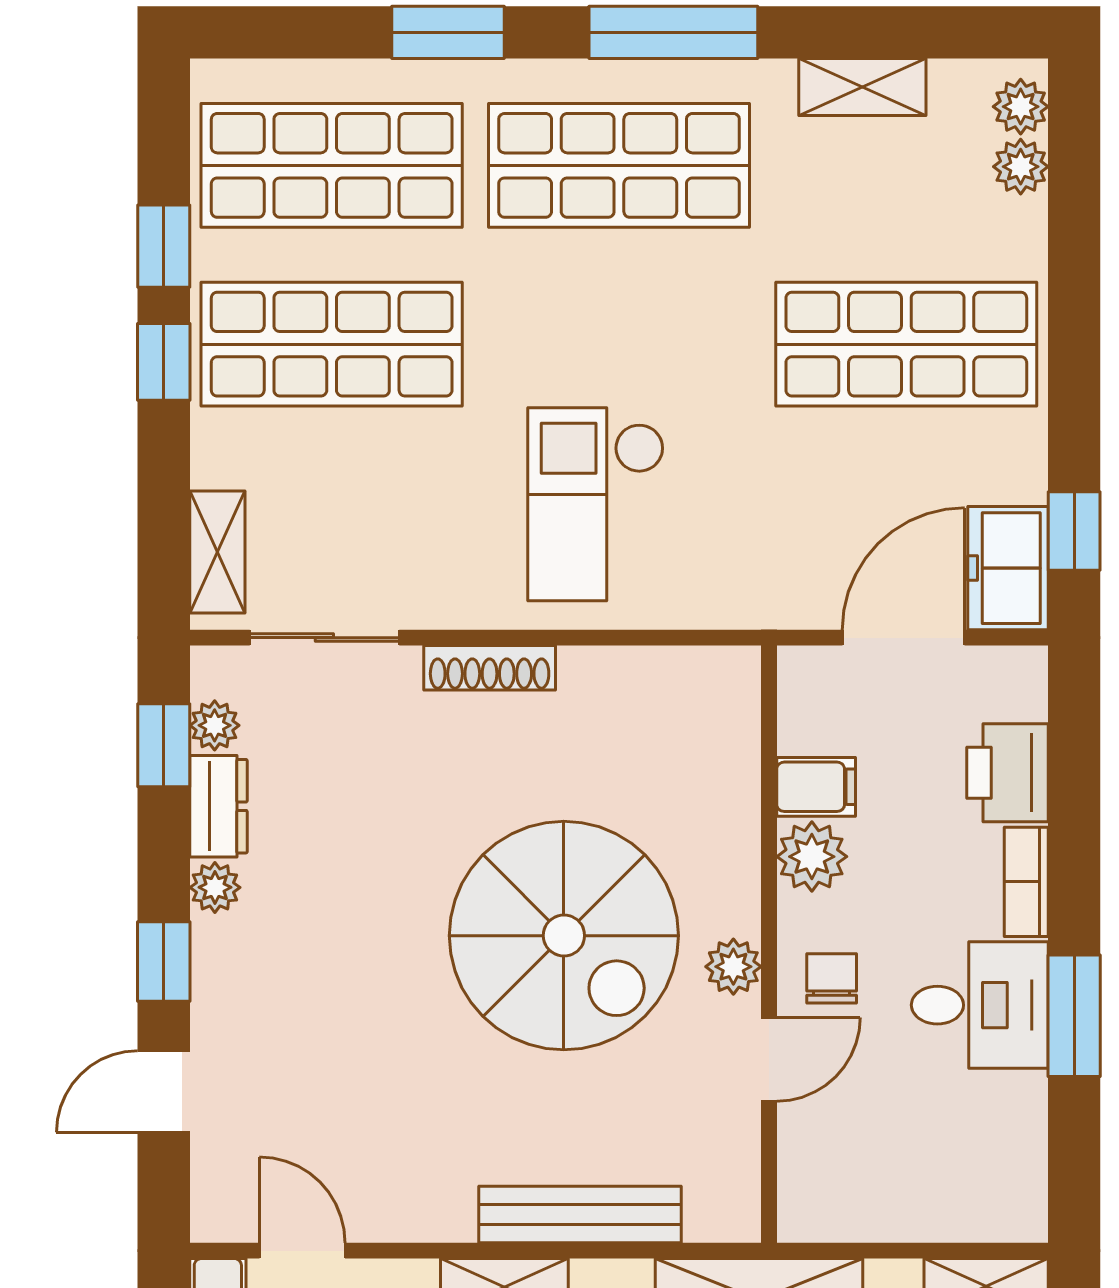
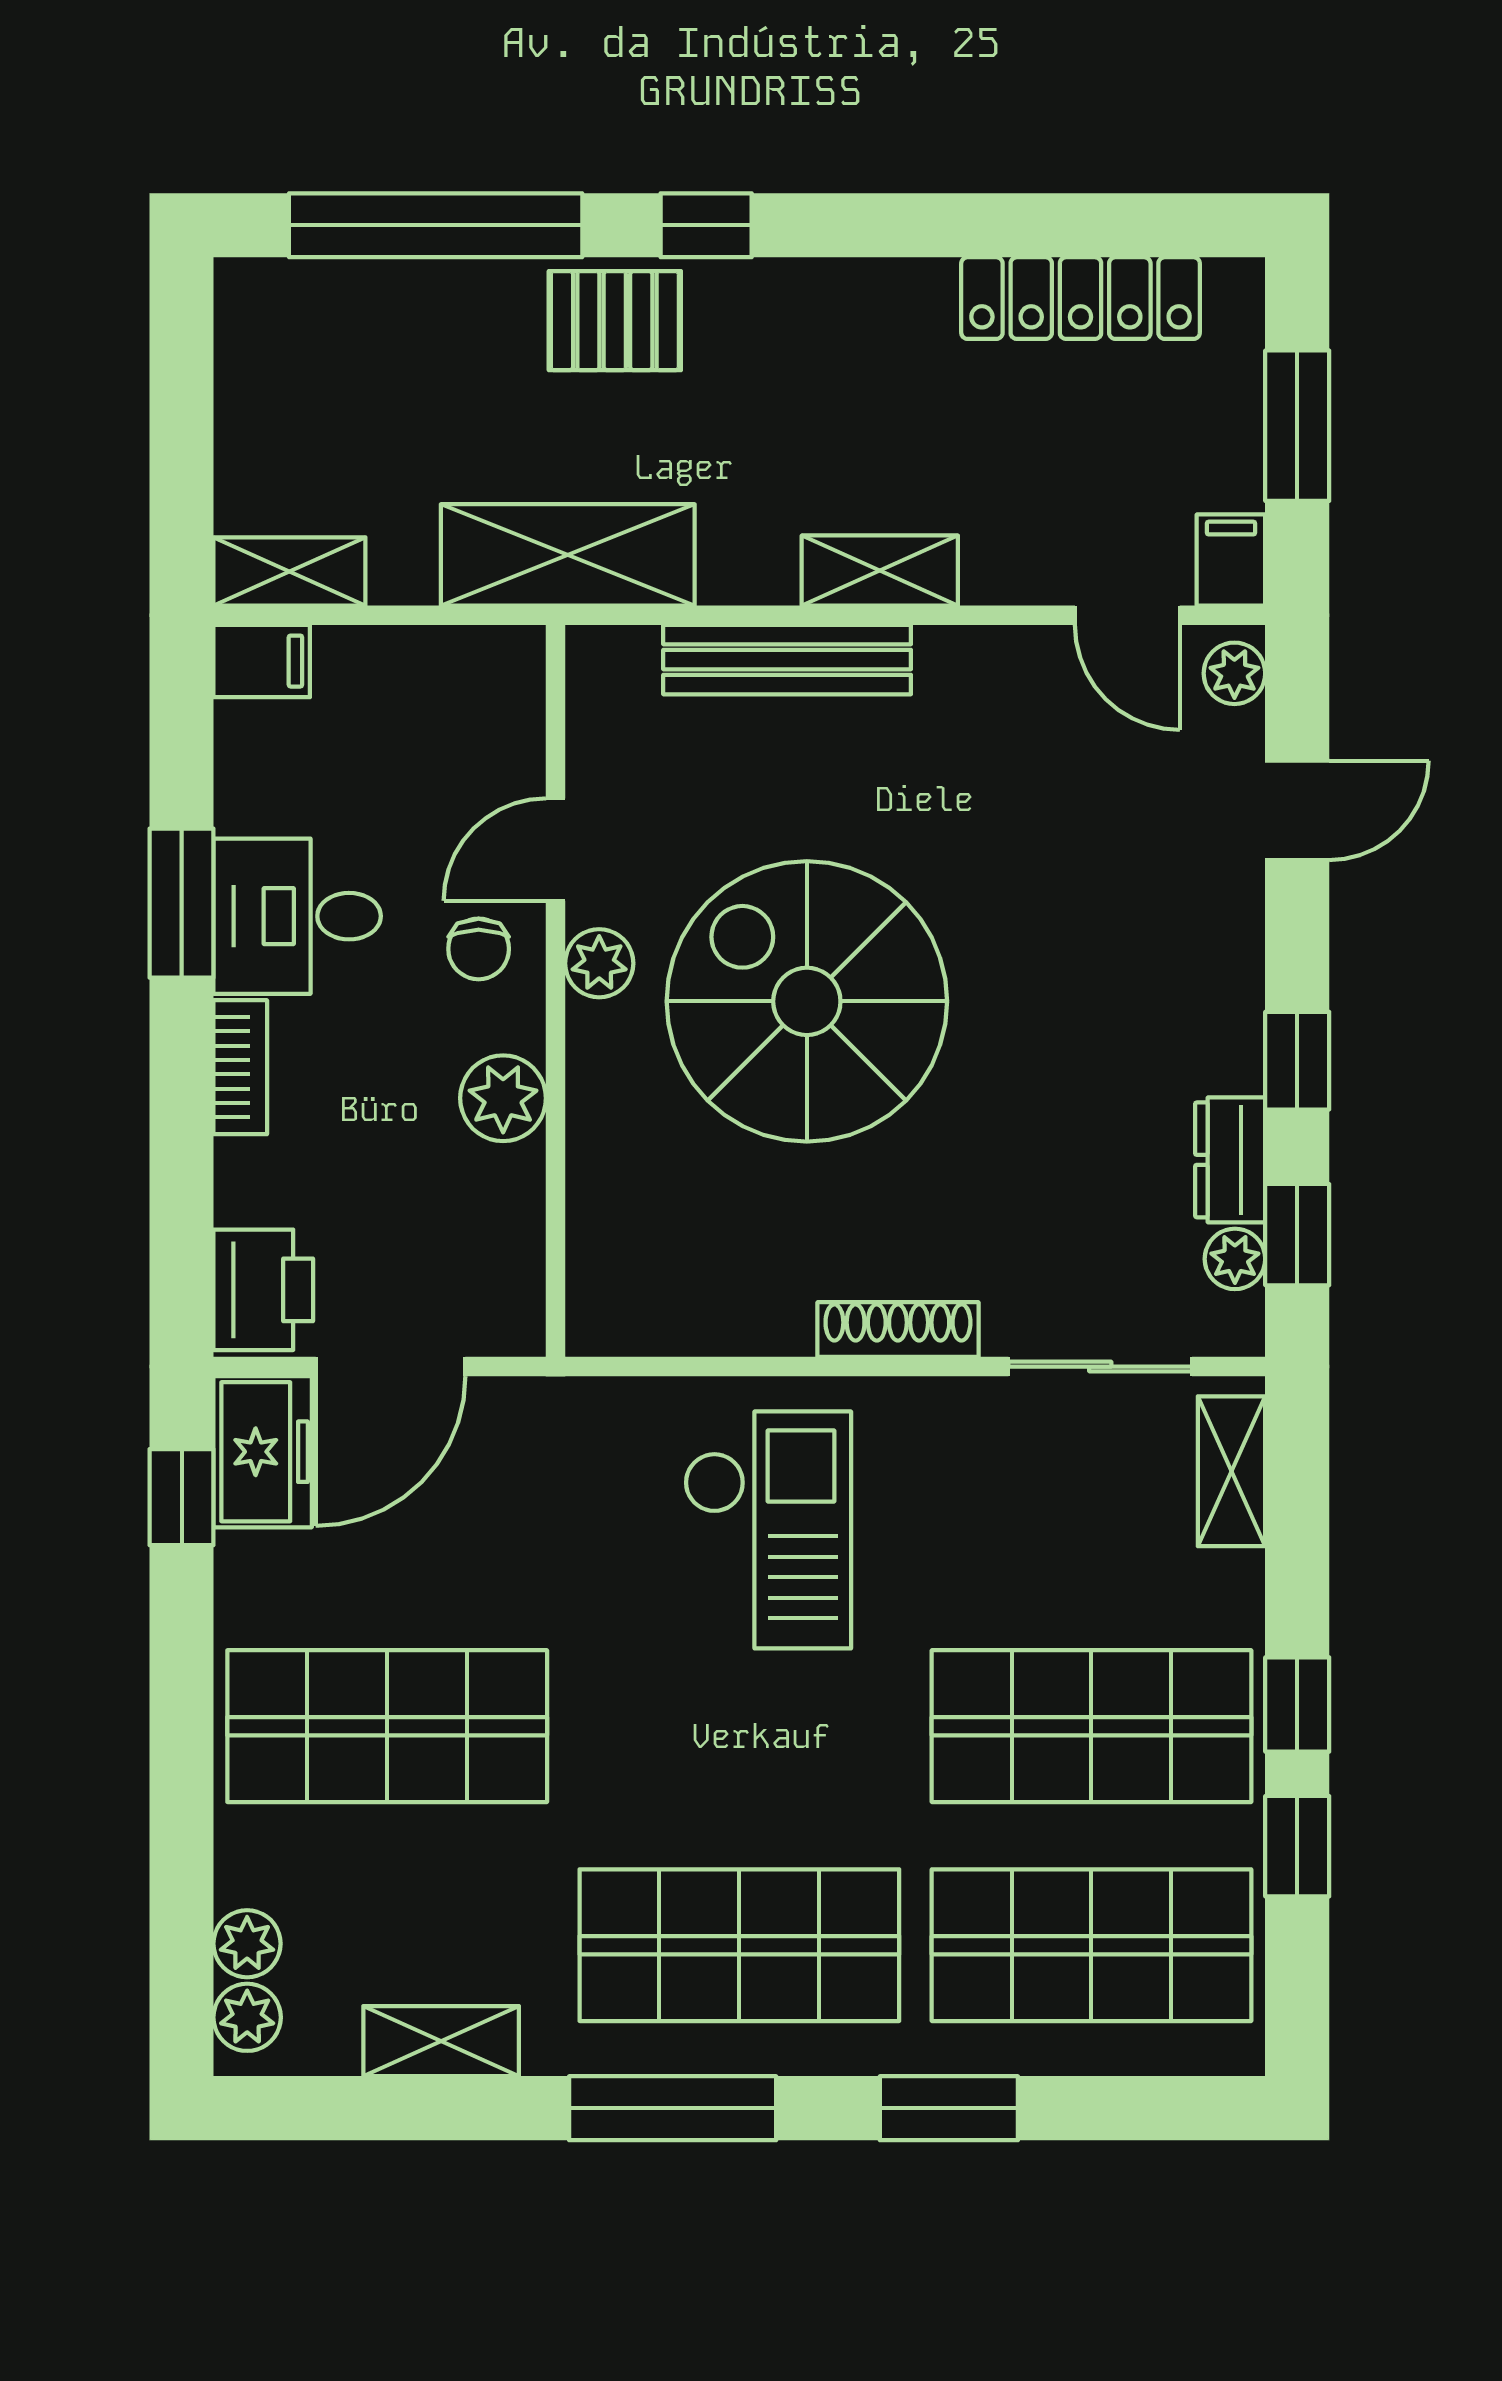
printer: (1007, 773) -> (263, 1290), moved
filing cabinet: (816, 787) -> (262, 661), moved, turned 180
plant: (215, 887) -> (1234, 673), moved
window: (164, 962) -> (1297, 1061), moved

